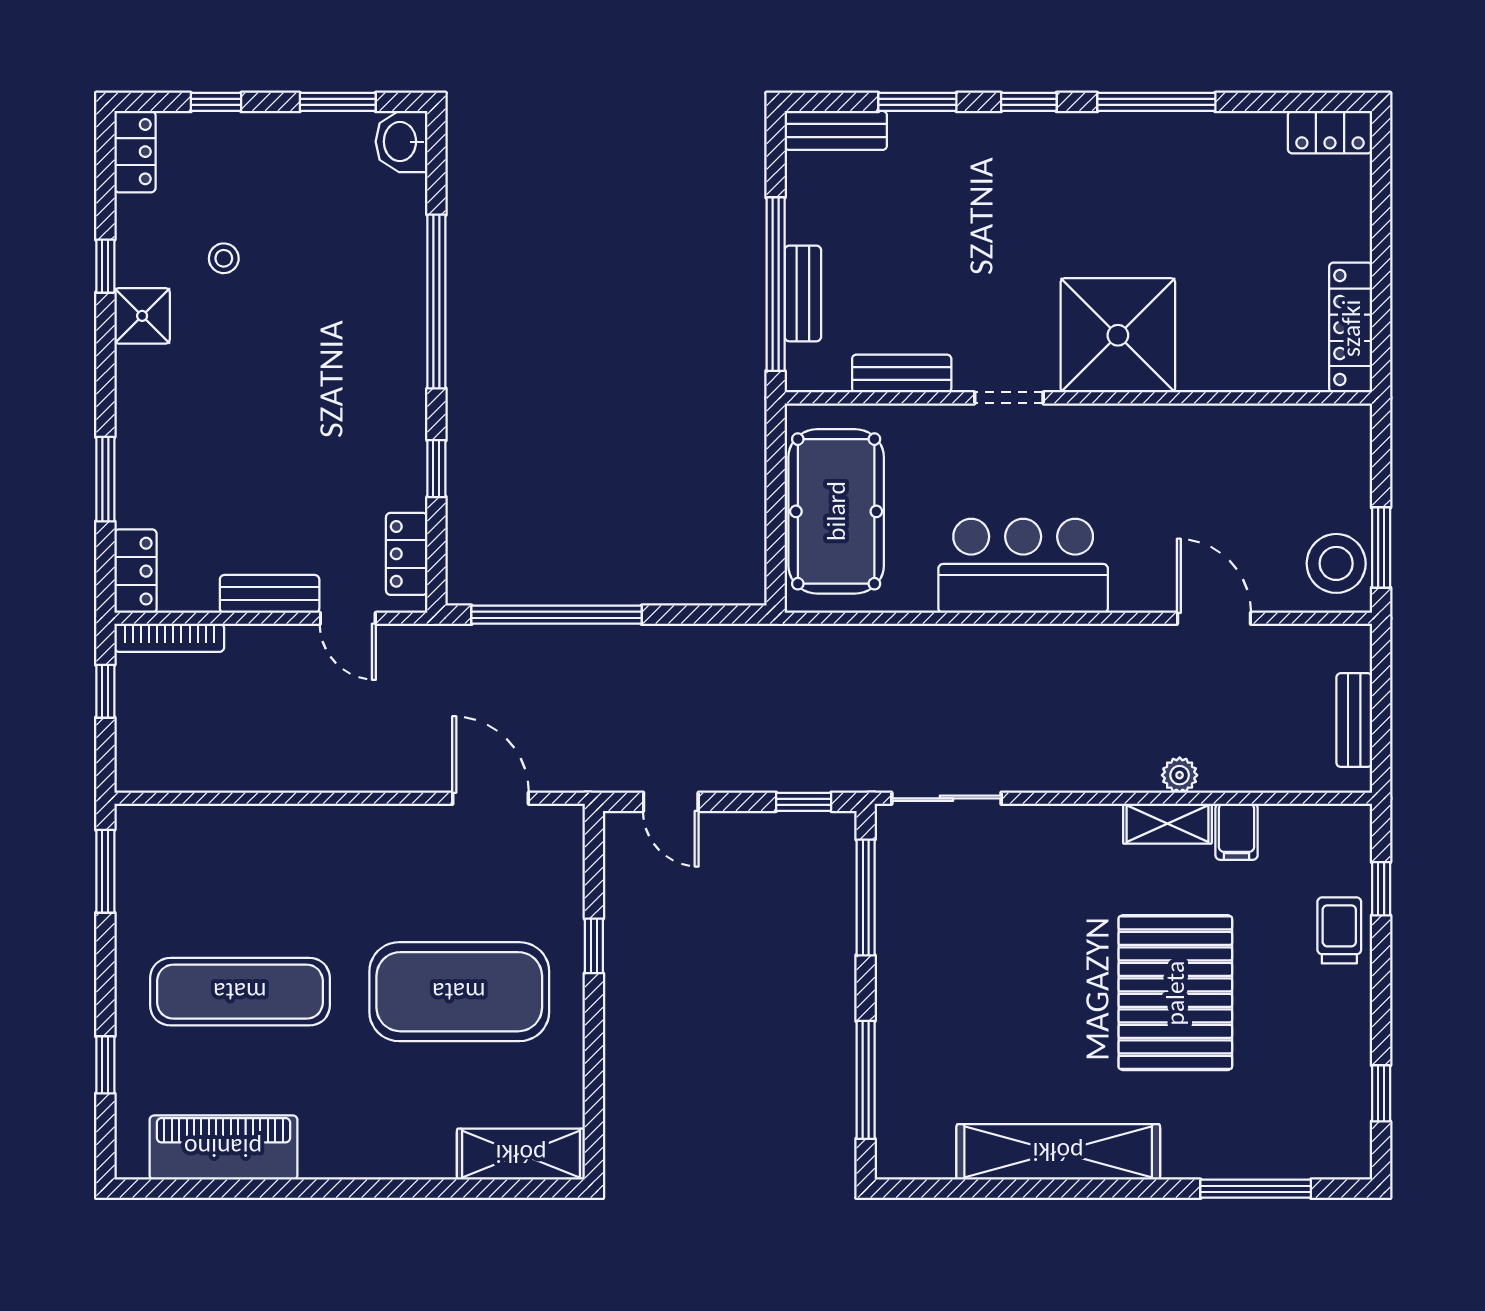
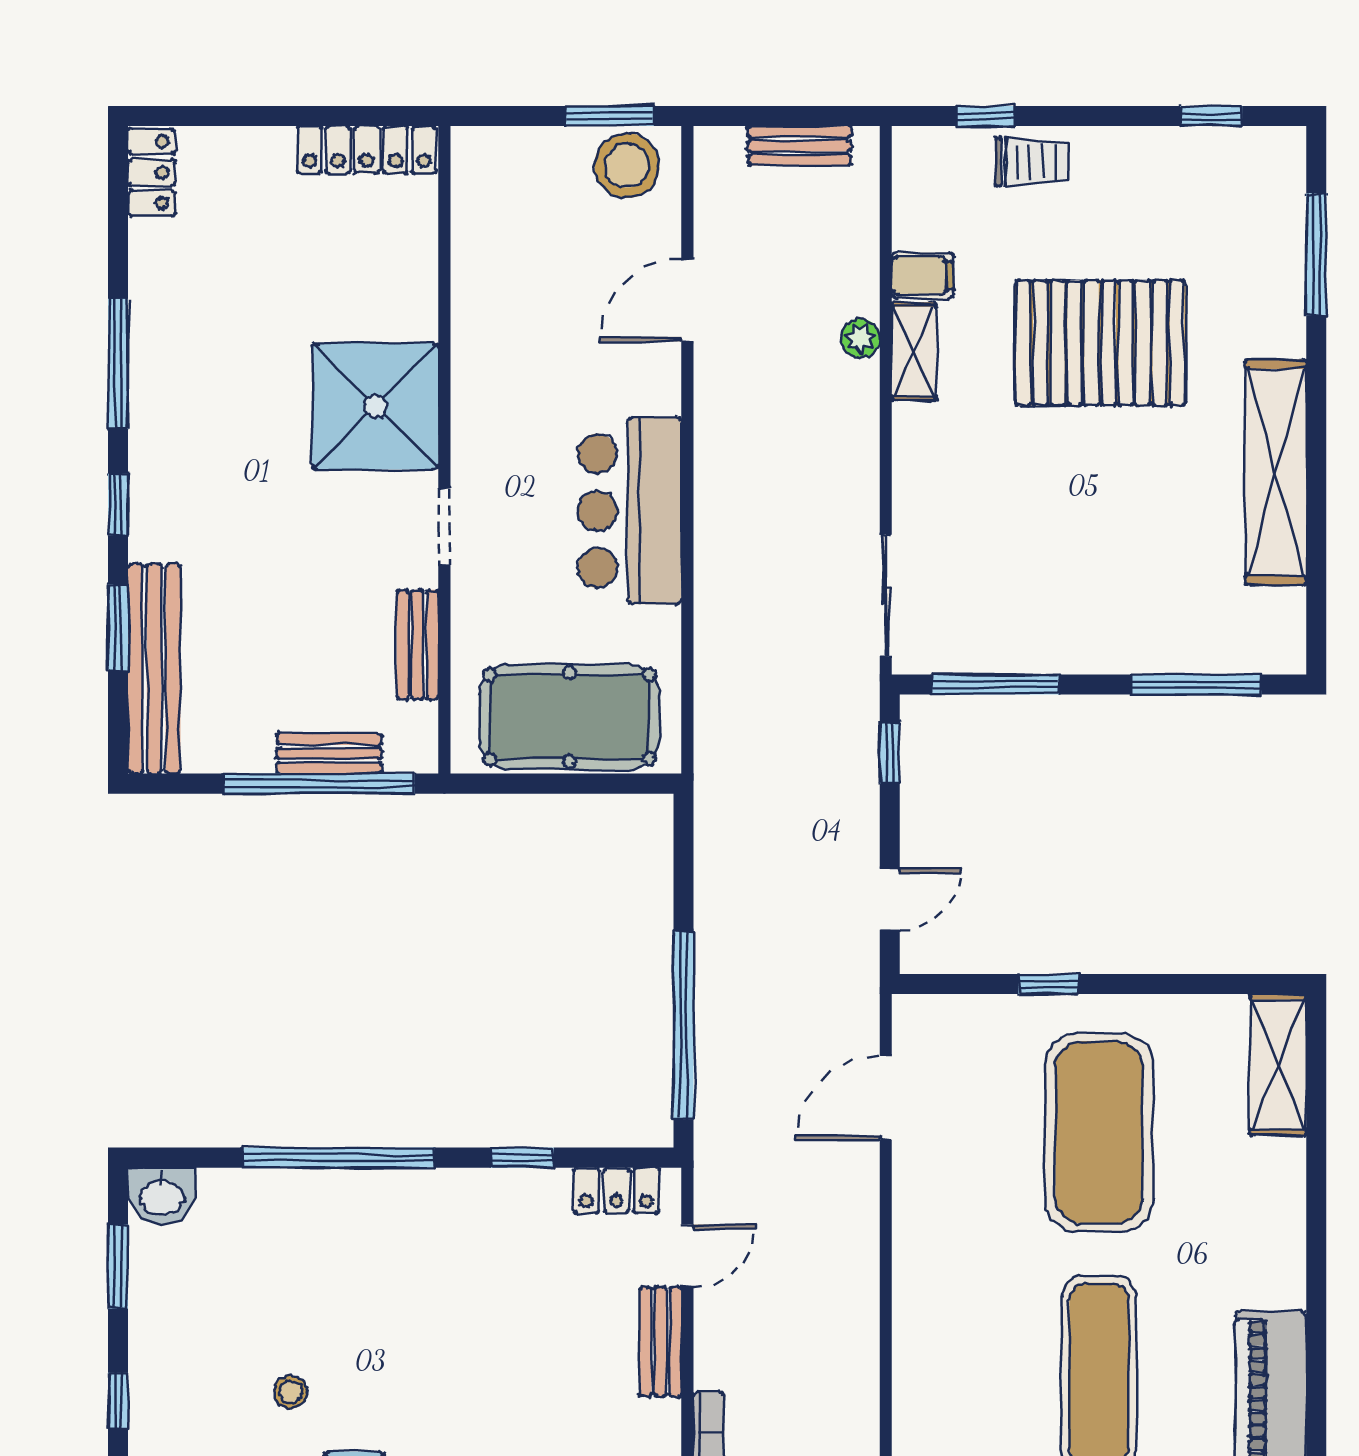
bench: (836, 130) -> (154, 669), width x1.86, depth x1.21
trolley: (1339, 930) -> (1032, 162), turned 180

